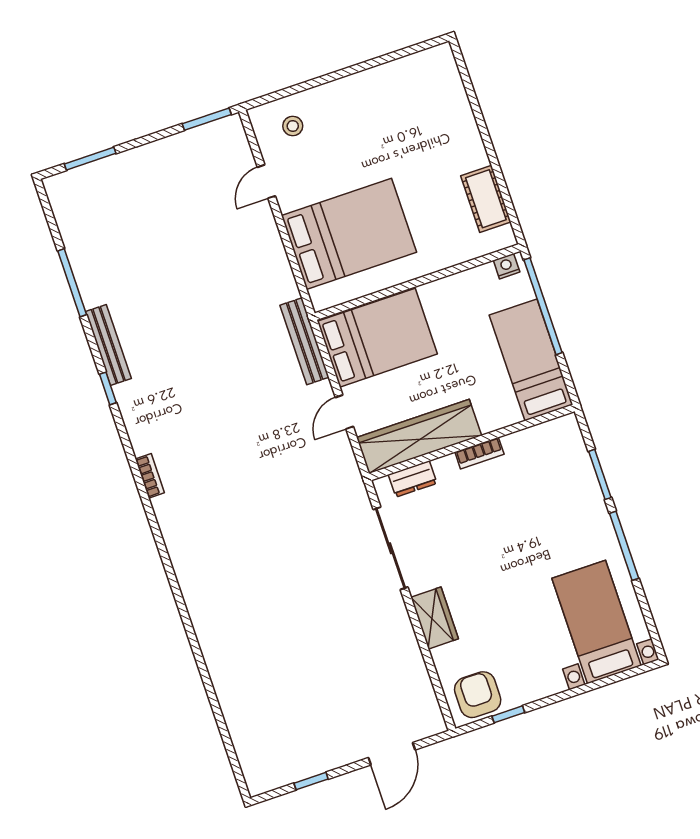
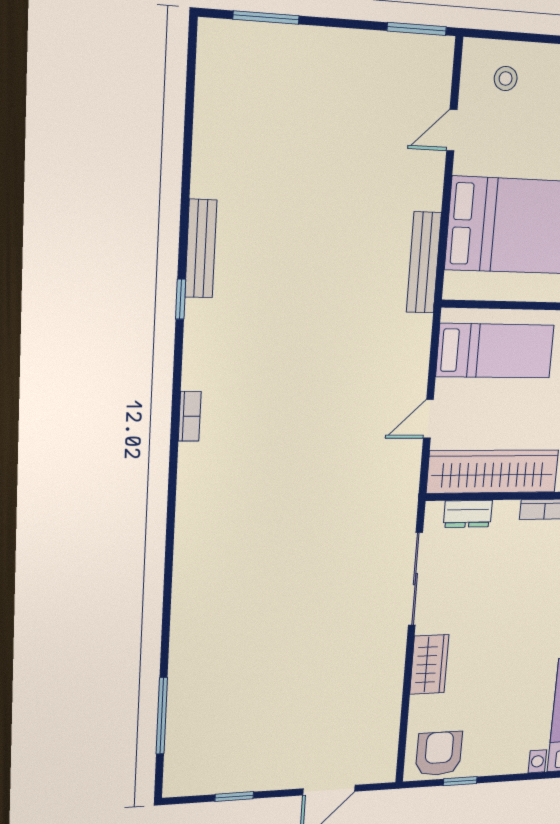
window: (72, 283) -> (162, 716), moved
bed: (377, 338) -> (495, 351), width x0.67
bench: (304, 341) -> (424, 263), moved

